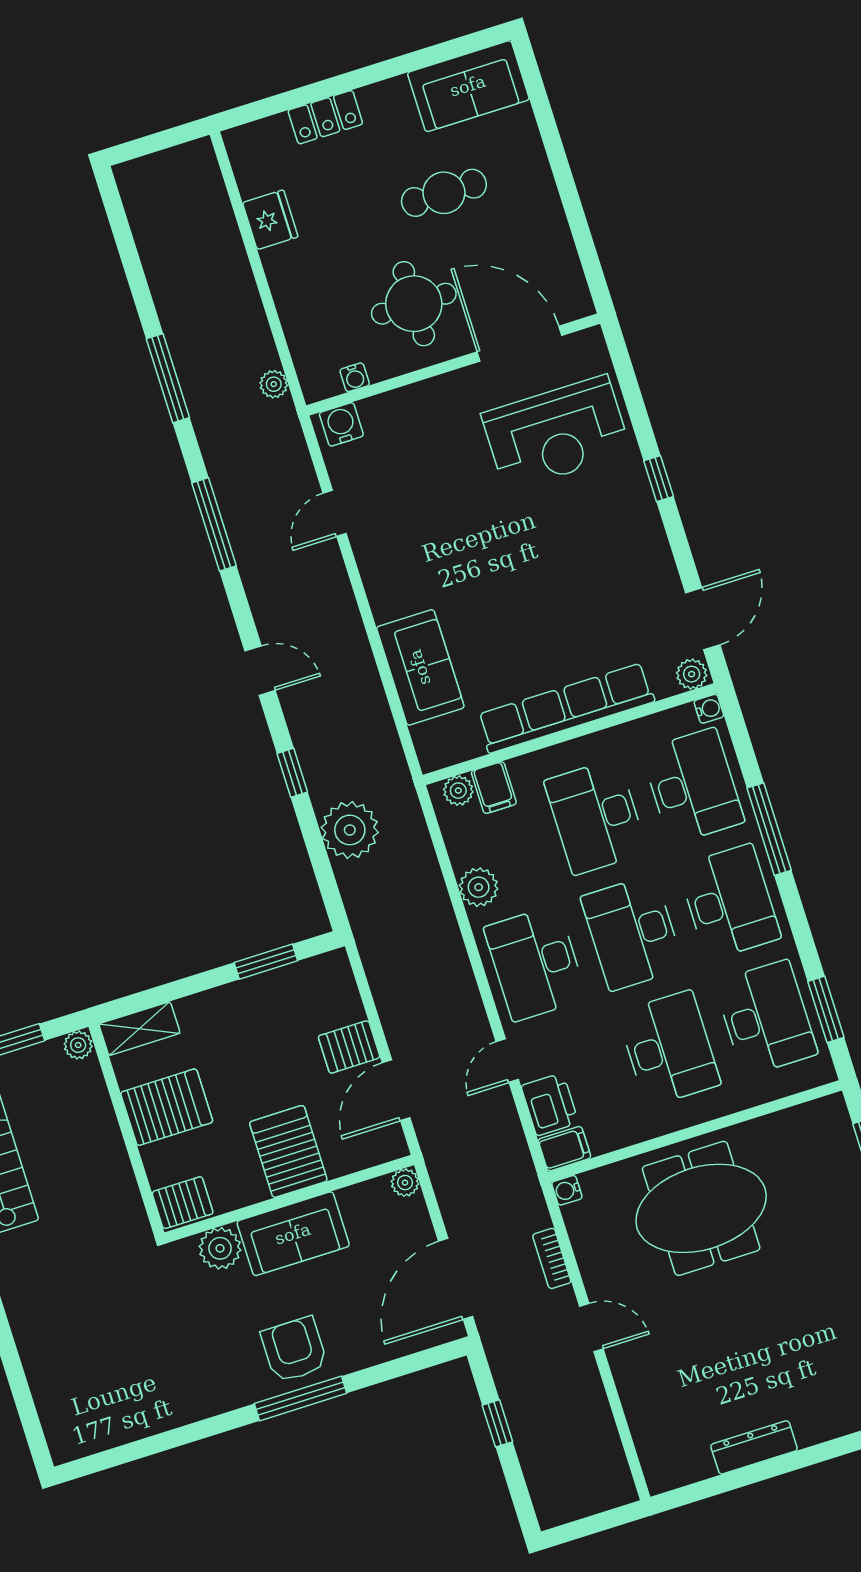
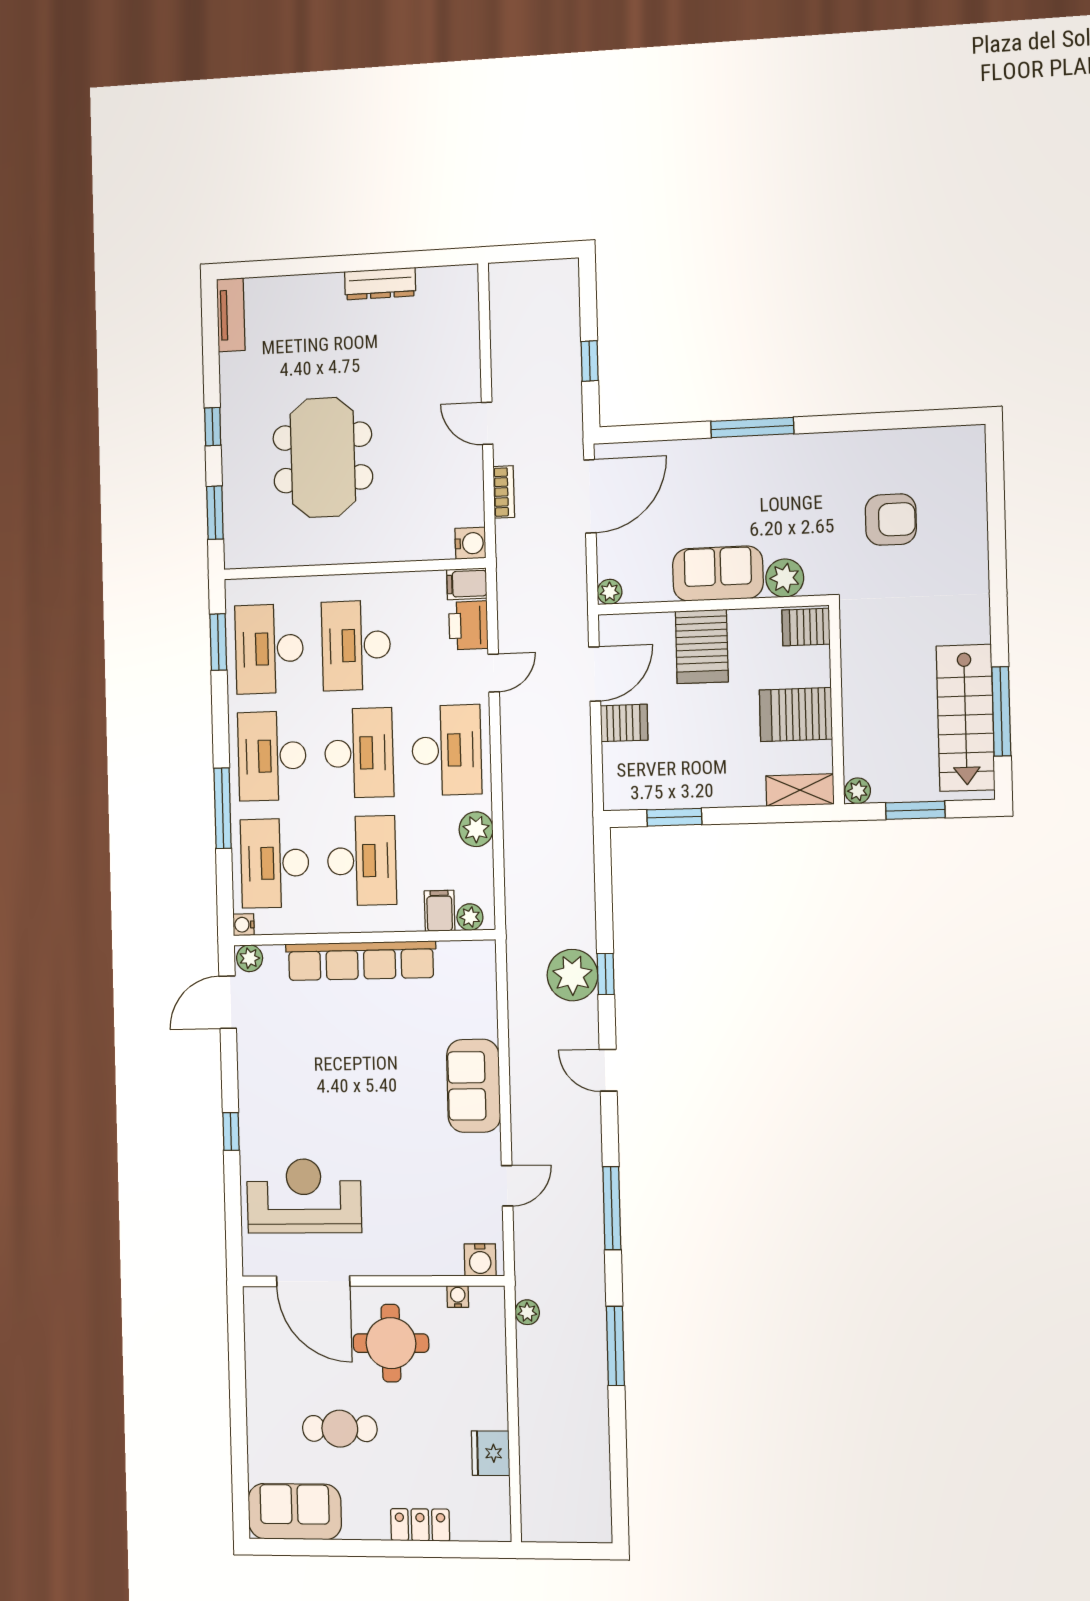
sofa: (420, 667) -> (474, 1086), moved
plant: (350, 830) -> (572, 975), moved
water cooler: (567, 1190) -> (470, 543), width x1.38, depth x1.38
meeting table: (701, 1208) -> (323, 457), moved, turned 90
armchair: (294, 1350) -> (891, 520), moved, turned -90

